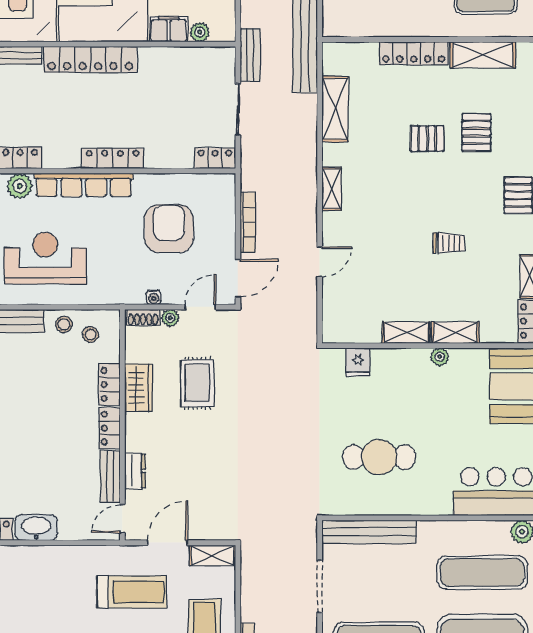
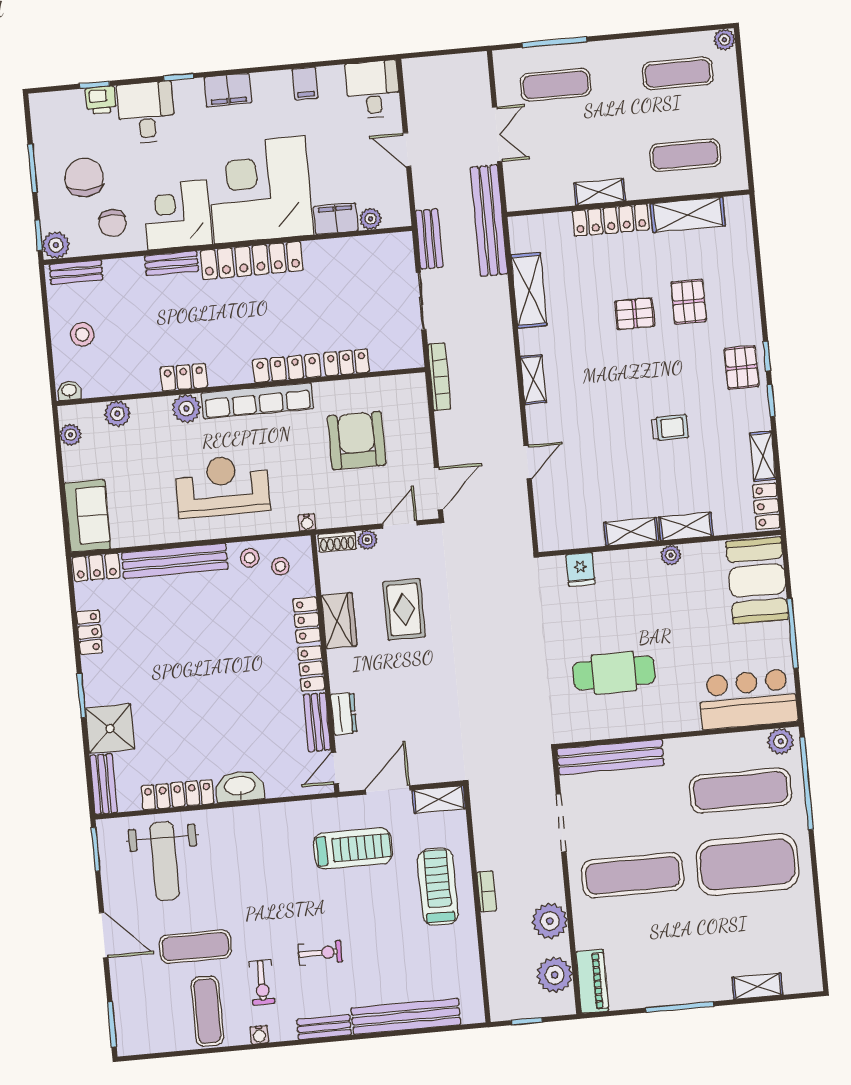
shelving: (406, 27) -> (600, 192), added
locker: (215, 158) -> (346, 363), moved
bookcase: (248, 222) -> (439, 377), moved
water cooler: (154, 297) -> (307, 522), moved

